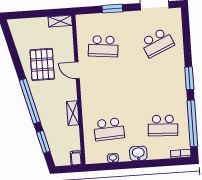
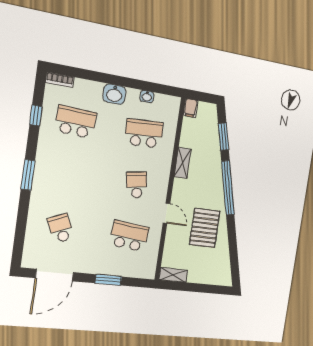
school desk: (157, 43) -> (61, 228), width x0.54
school desk: (106, 88) -> (137, 185), added
window: (192, 123) -> (36, 115), width x0.32

